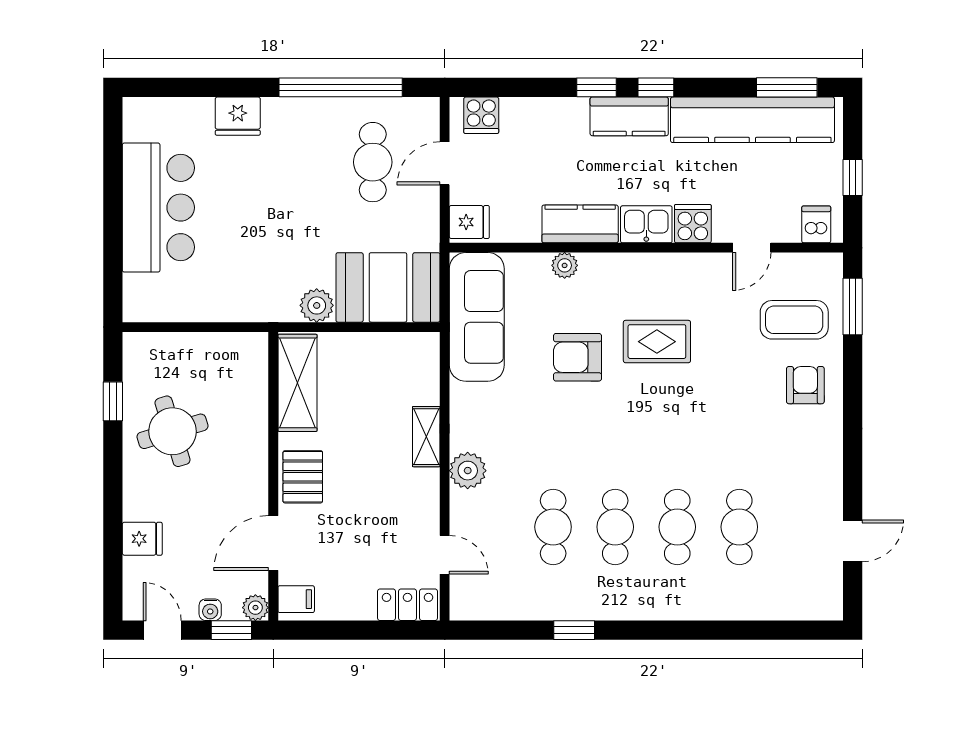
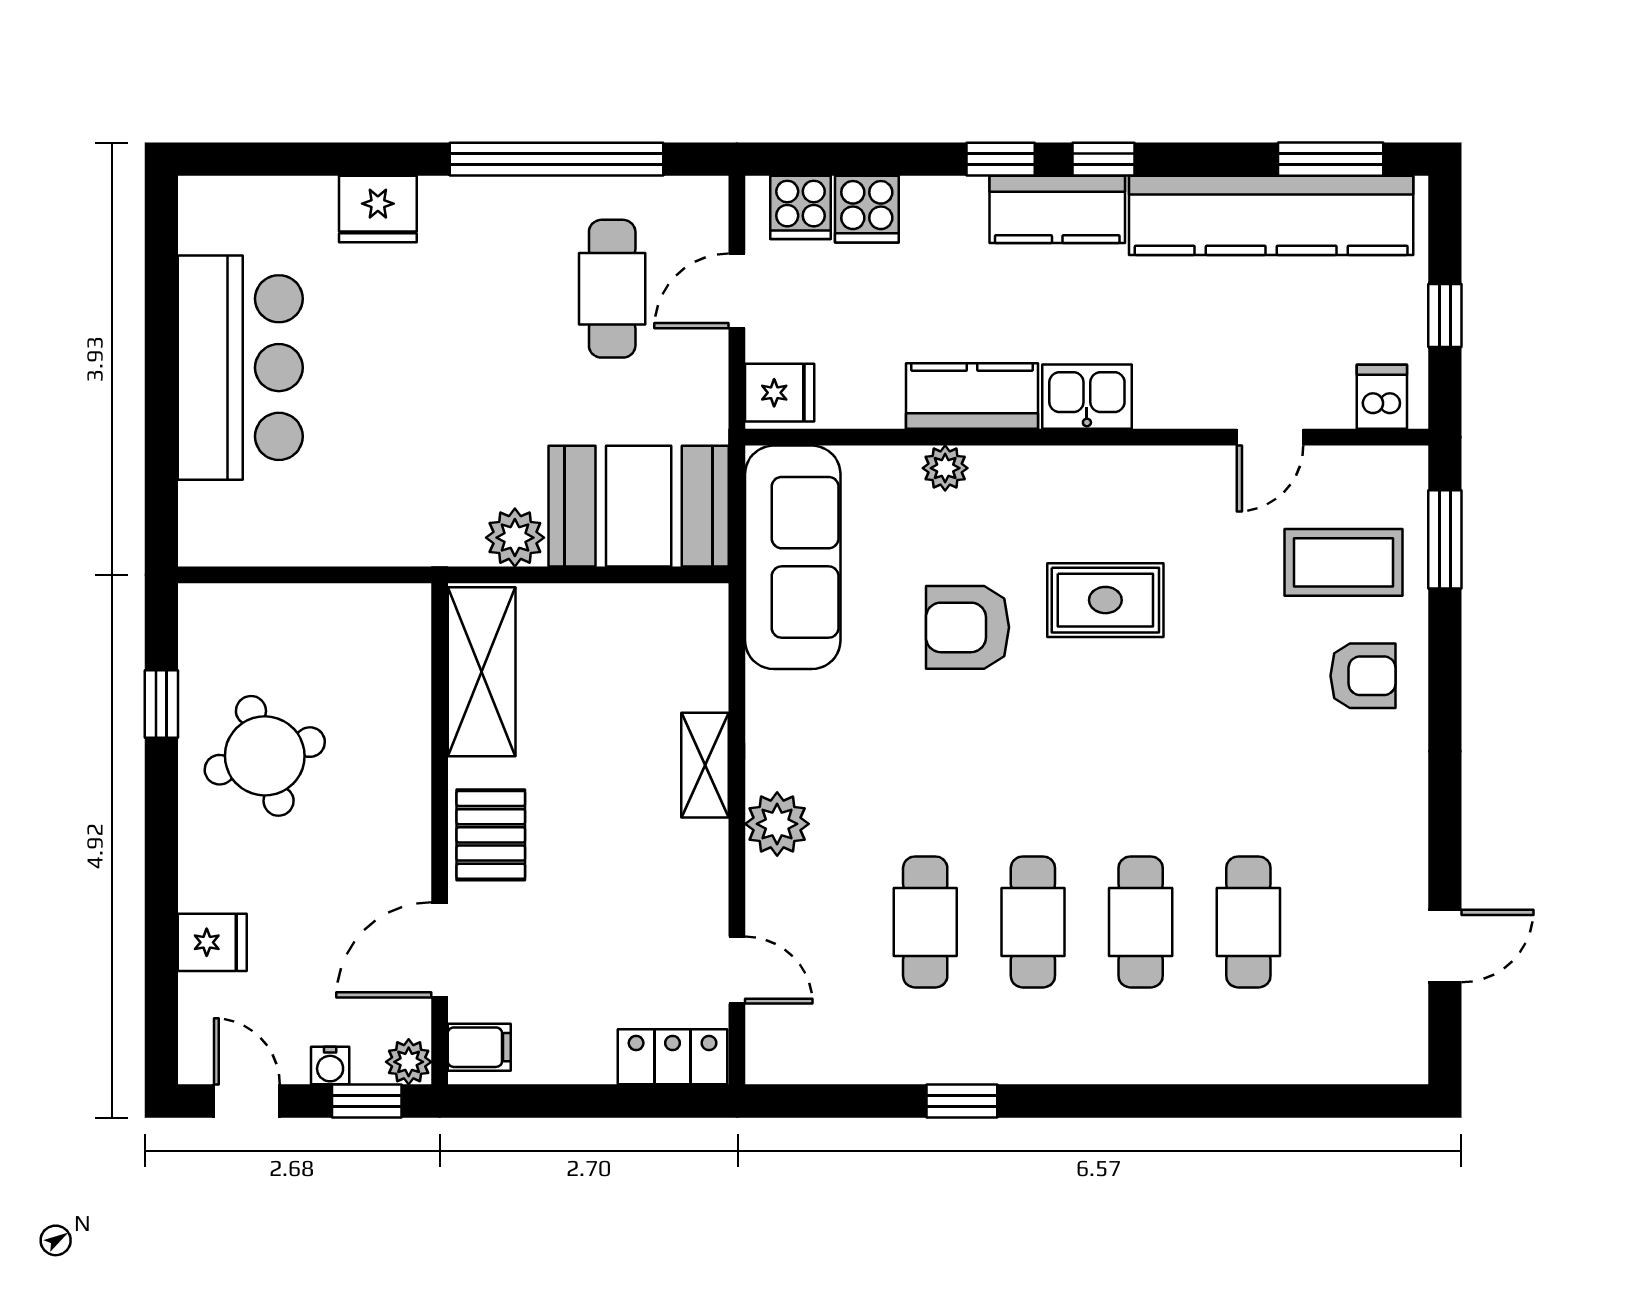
cooker: (693, 224) -> (867, 209), moved, turned 180
armchair: (805, 385) -> (1363, 676), turned 90

